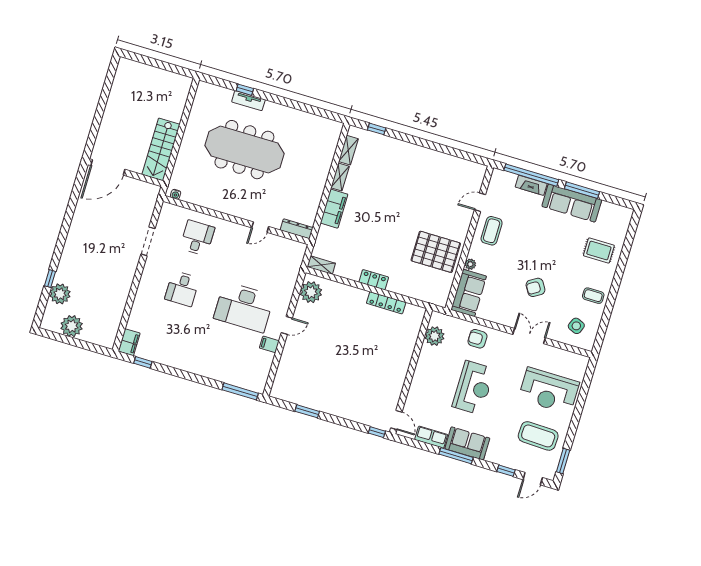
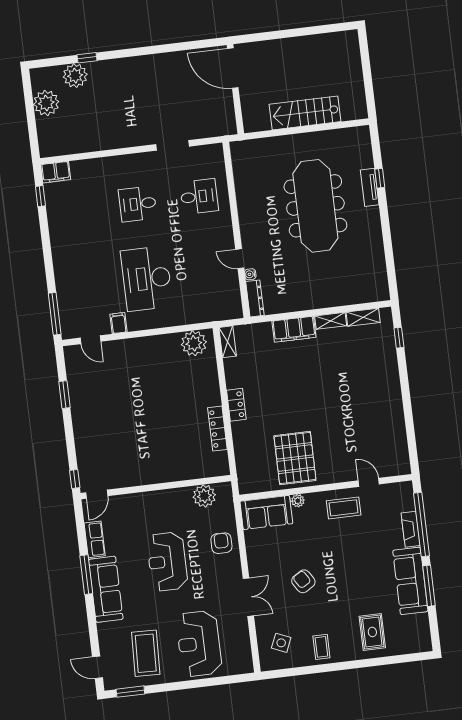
stairs: (161, 149) -> (305, 113), moved
water cooler: (176, 194) -> (250, 274), moved
door: (287, 325) -> (90, 340), moved
reception desk: (473, 388) -> (167, 562), turned 90
sofa: (467, 443) -> (106, 589), width x1.36
window: (506, 471) -> (94, 635), removed

